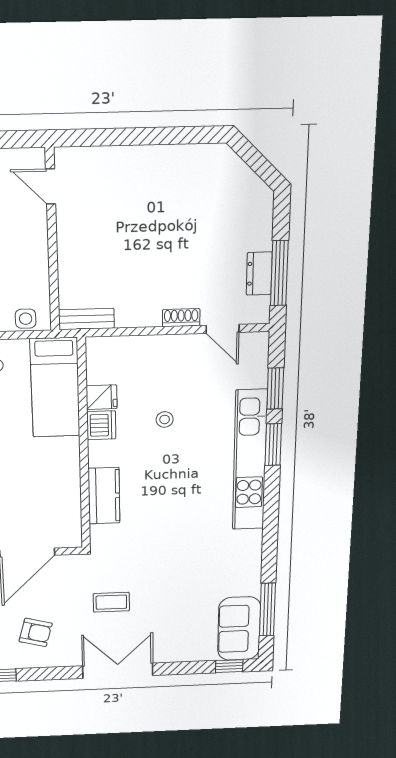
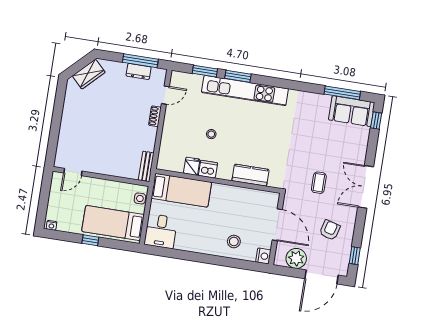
wardrobe: (242, 182) -> (89, 74), added

